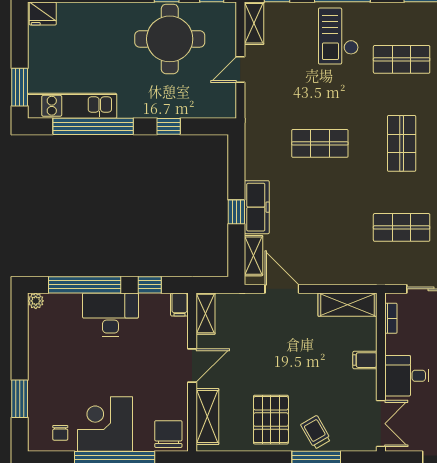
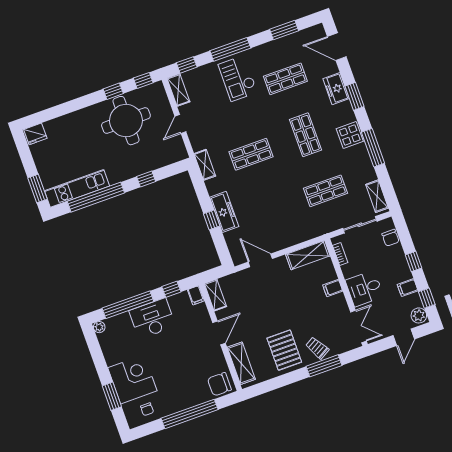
shelving: (253, 256) -> (205, 165), moved
corner desk: (105, 424) -> (132, 379), moved, turned 90
chair: (168, 434) -> (219, 384), turned -90

